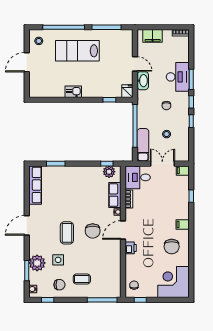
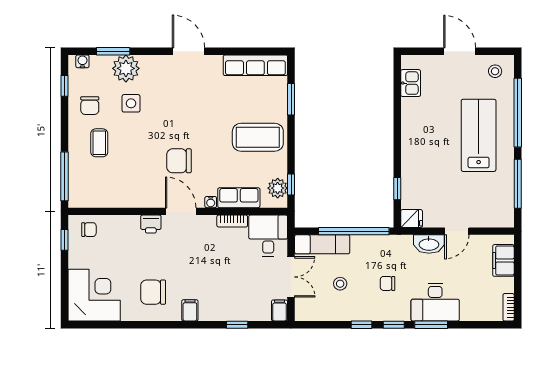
kitchen sink: (73, 92) -> (411, 83), moved
coffee table: (67, 233) -> (258, 137), moved, width x1.36, depth x1.32

